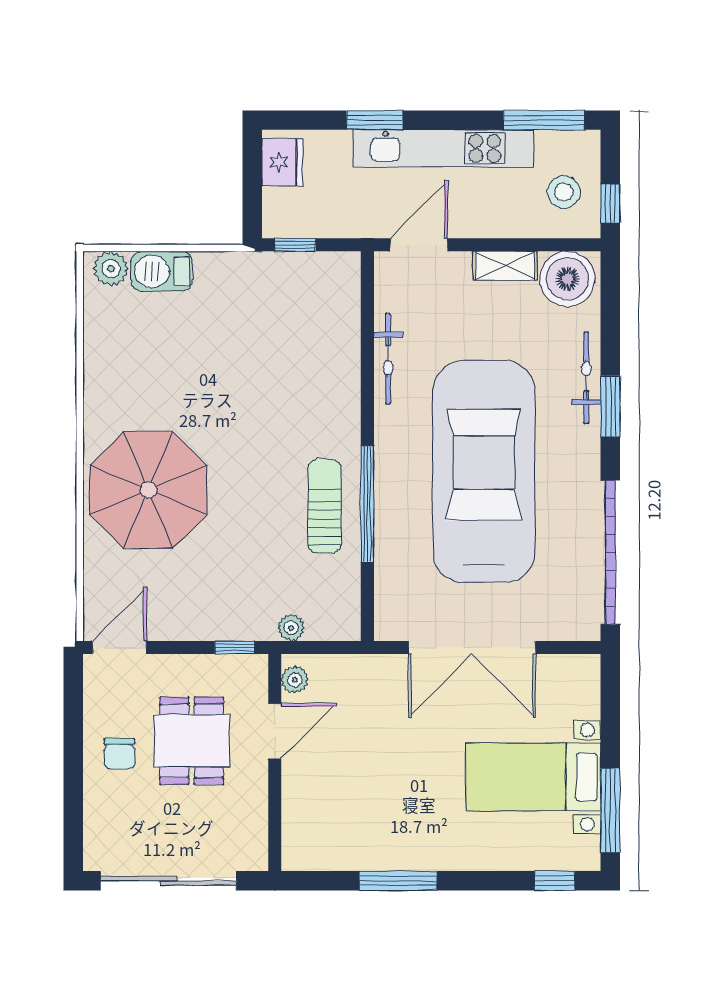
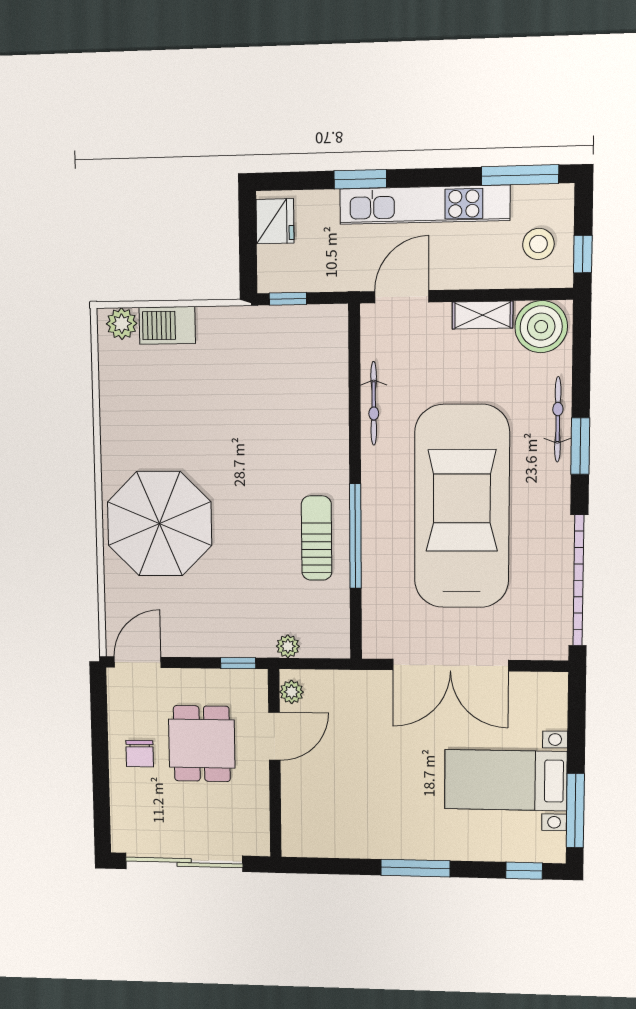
window: (398, 881) -> (415, 868), moved

